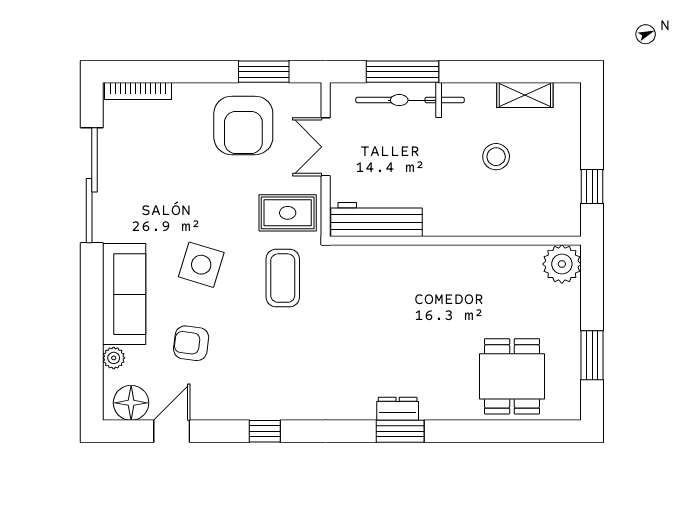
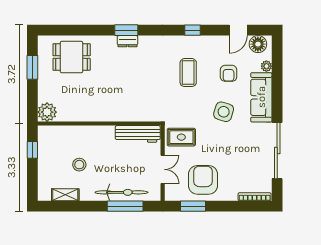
coffee table: (283, 278) -> (188, 73), moved
armchair: (191, 343) -> (229, 73), turned 83
dining table: (512, 376) -> (72, 57), turned 90

